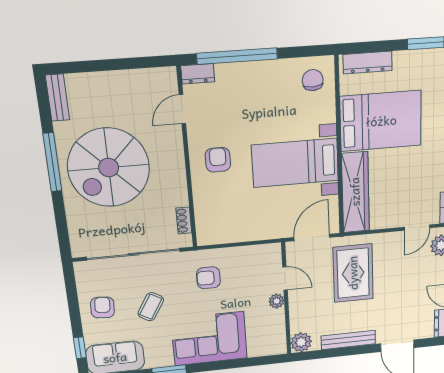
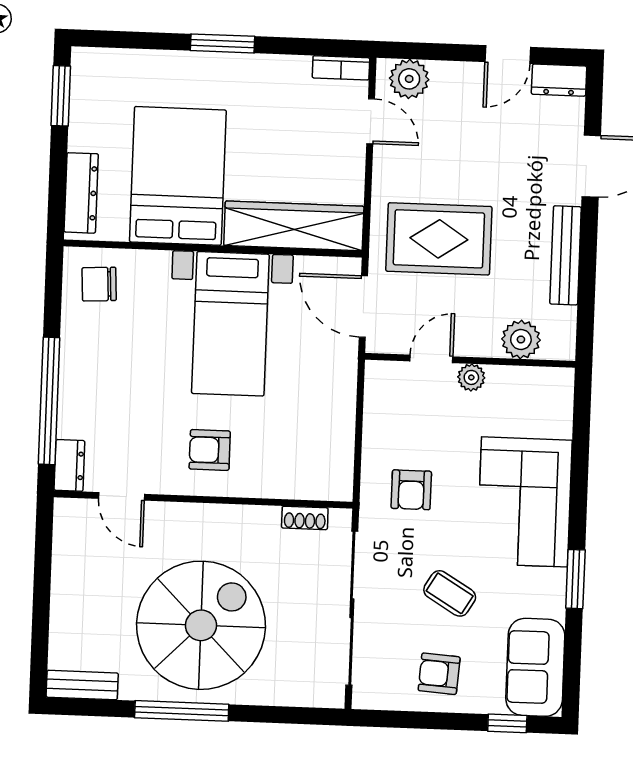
spiral stairs: (109, 168) -> (201, 625), turned -90
plant: (301, 342) -> (521, 339), moved

